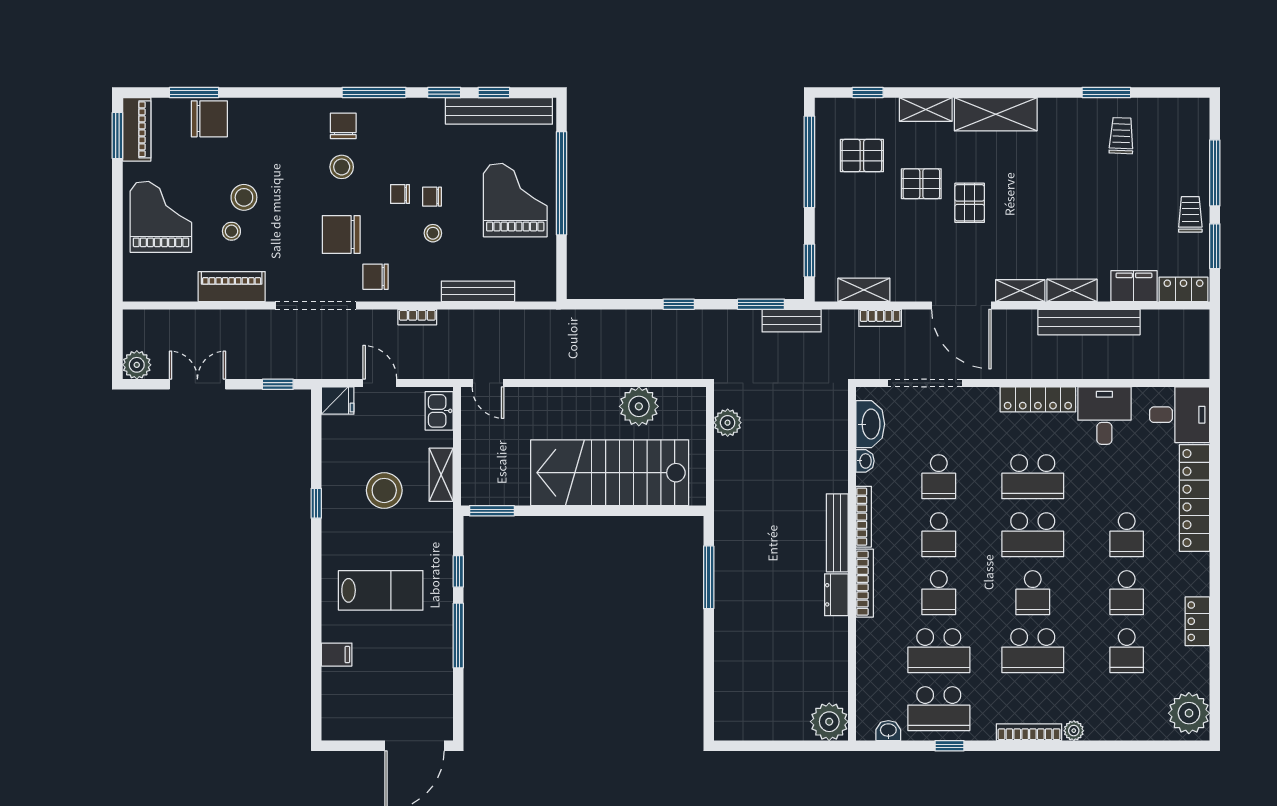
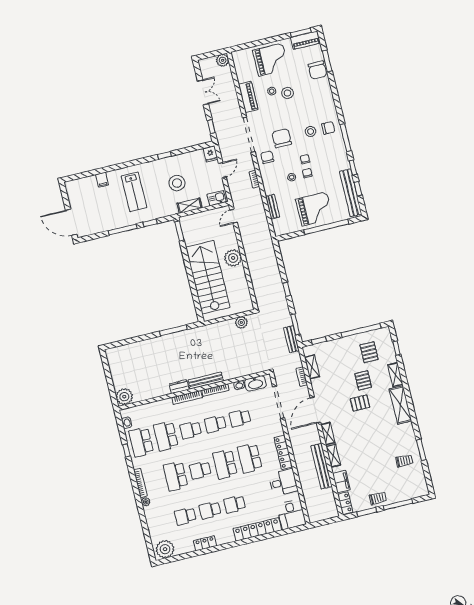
bench: (478, 291) -> (273, 207), width x0.73
plant: (137, 365) -> (223, 60), moved
plant: (639, 406) -> (233, 258), moved

